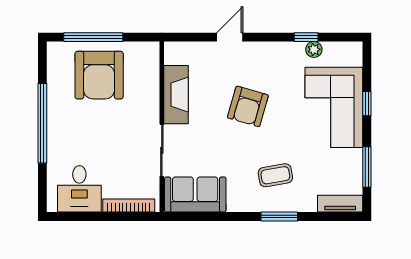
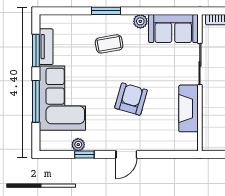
door: (230, 37) -> (126, 154), moved
window: (367, 104) -> (36, 101), width x2.17
plant: (236, 203) -> (140, 21), added
tv unit: (340, 204) -> (46, 47), moved, turned -90

